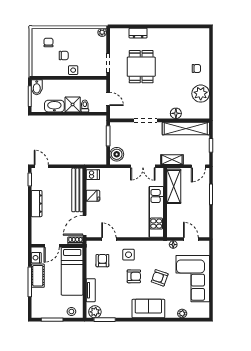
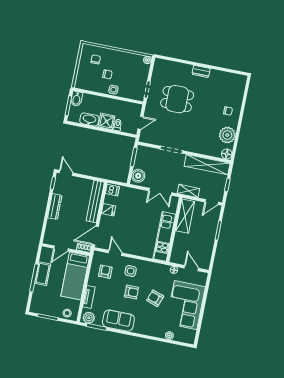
dresser: (138, 33) -> (201, 71), moved
dining table: (141, 67) -> (177, 99), turned 90
door: (108, 99) -> (140, 123), hinge flipped
floor lamp: (176, 113) -> (227, 154), moved
nightstand: (36, 258) -> (44, 257), removed
sofa: (148, 309) -> (118, 321), moved

